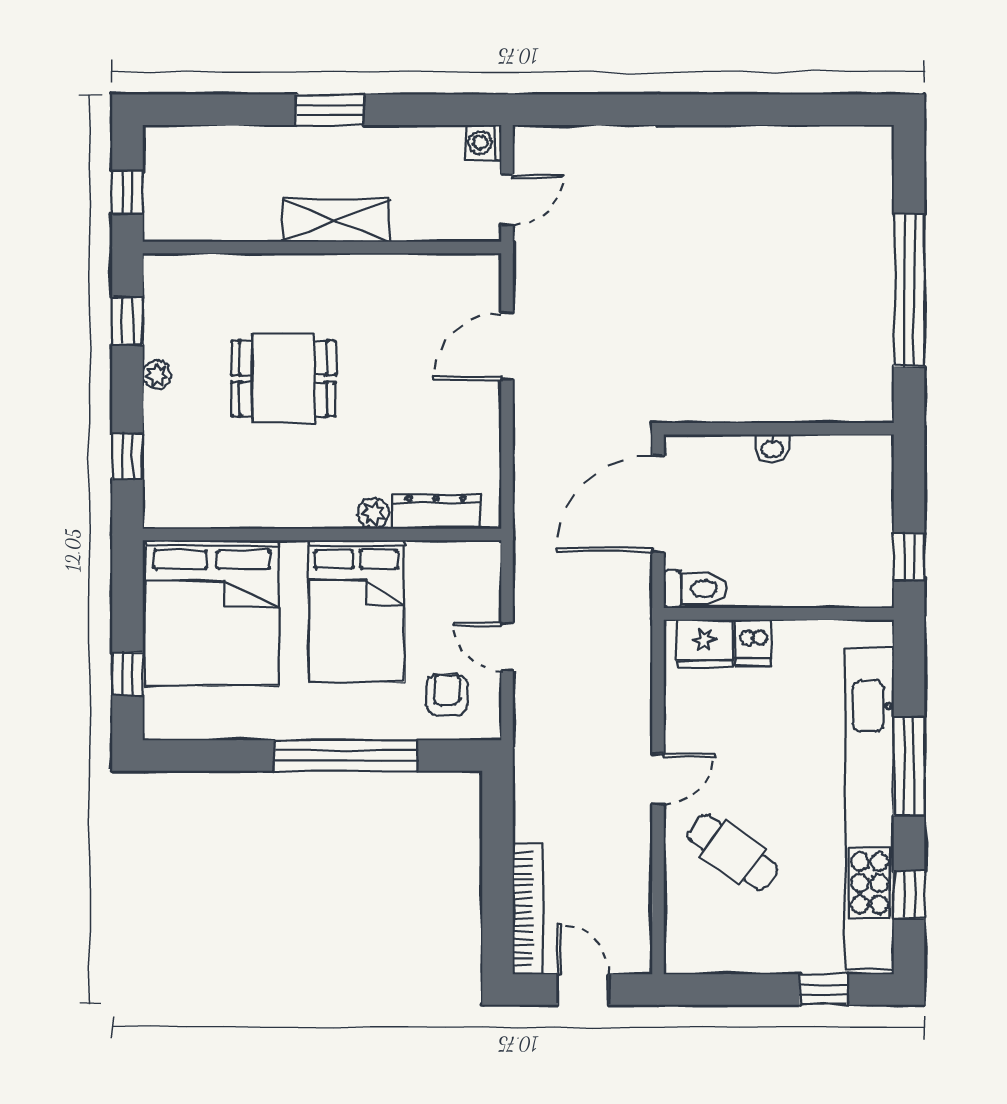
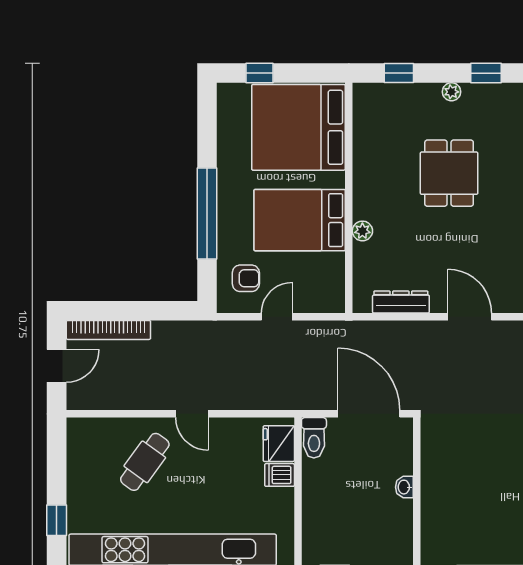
dresser: (436, 512) -> (401, 302), moved, turned -90

